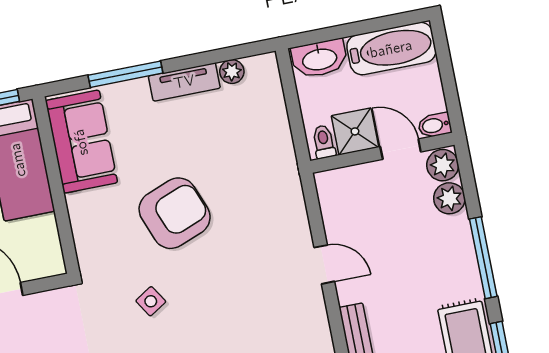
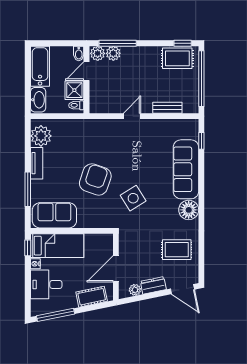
plant: (232, 72) -> (41, 136), width x1.88, depth x1.88
armchair: (175, 213) -> (95, 180), turned 40
window: (483, 258) -> (118, 43), moved
side table: (151, 301) -> (133, 198), width x1.87, depth x1.87

